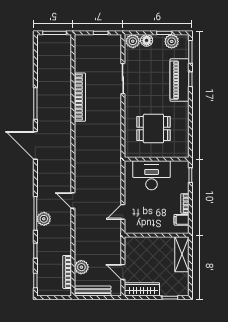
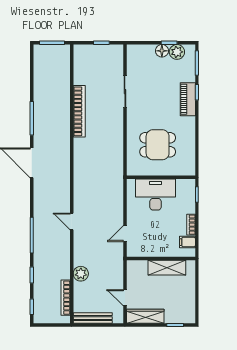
floor lamp: (147, 40) -> (162, 51), moved
plant: (133, 41) -> (136, 52), removed
piano: (180, 80) -> (188, 99), width x0.73, depth x0.75
plant: (44, 219) -> (41, 241), removed
shelving: (182, 254) -> (167, 268), moved, turned 90
plant: (81, 267) -> (81, 274), moved

